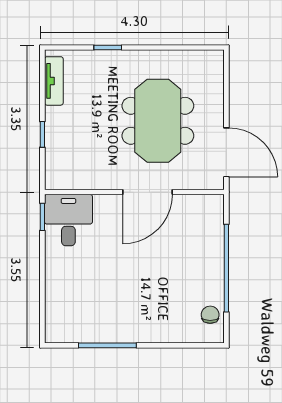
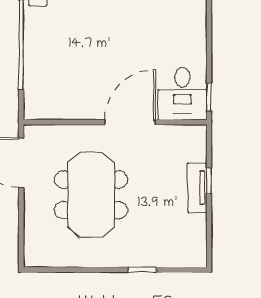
tv unit: (54, 81) -> (197, 188), moved
door: (147, 192) -> (130, 122), moved

